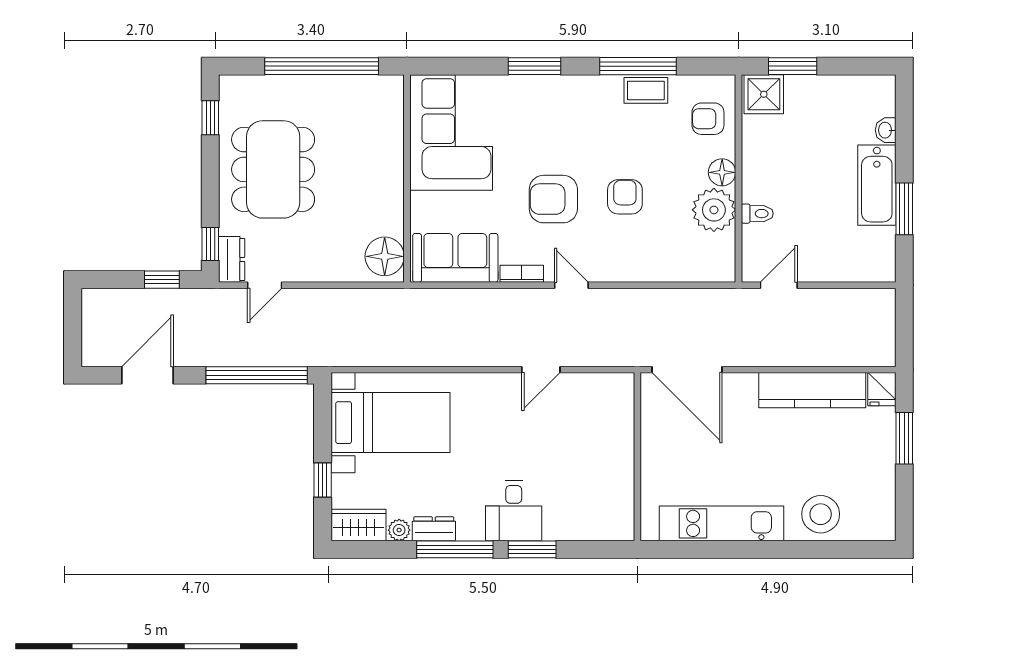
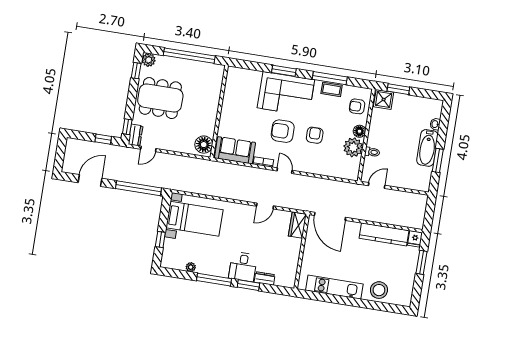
plant: (234, 90) -> (149, 60), added
corner sofa: (451, 133) -> (286, 94), moved, turned 90
dining table: (273, 169) -> (160, 98), turned 90
wardrobe: (359, 525) -> (297, 225), moved, turned -90
dresser: (434, 529) -> (265, 278), moved

